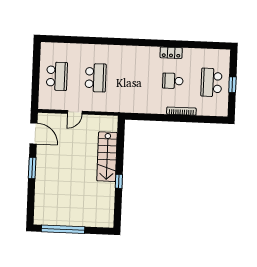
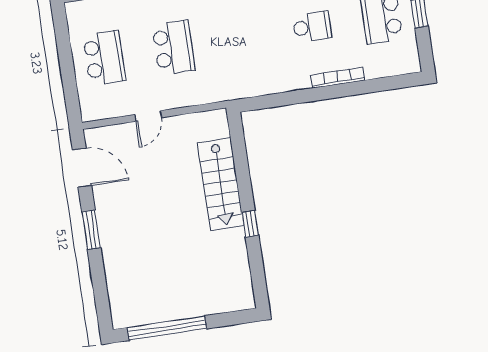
school desk: (173, 81) -> (312, 27), turned 180

